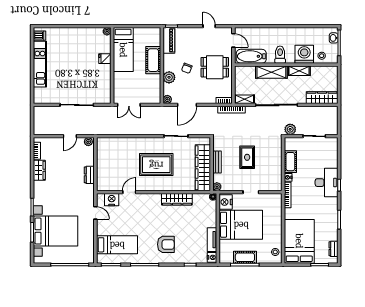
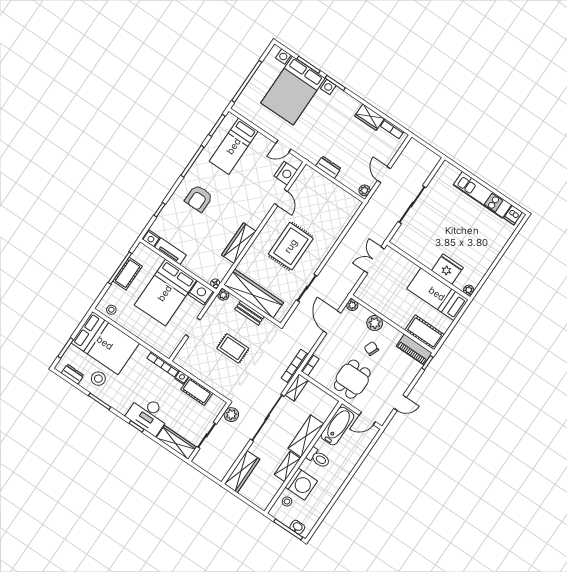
fridge: (105, 59) -> (447, 269), width x1.88, depth x1.34
cot: (153, 60) -> (425, 332), moved
wardrobe: (332, 152) -> (176, 443), added
stool: (325, 230) -> (98, 379), added

